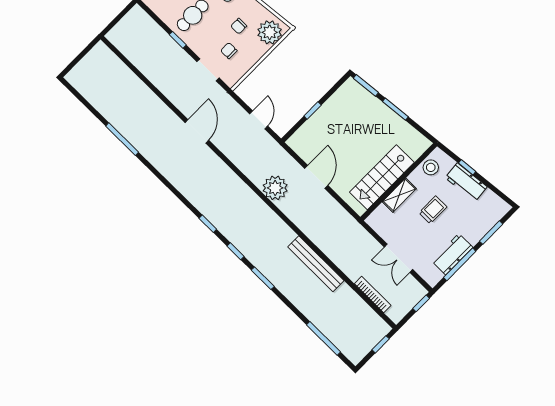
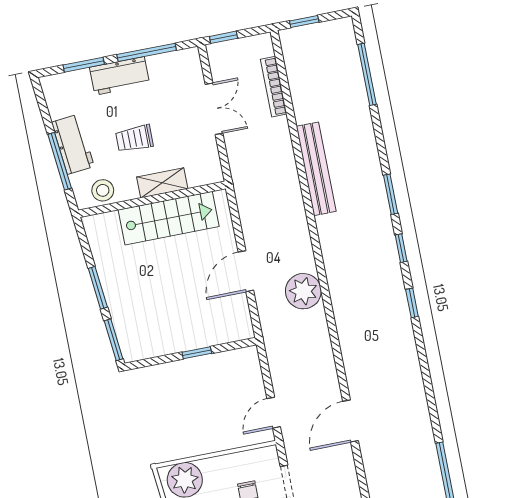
door: (259, 120) -> (274, 413), moved
window: (467, 167) -> (60, 161), width x2.17
workbench: (452, 254) -> (120, 76), moved

